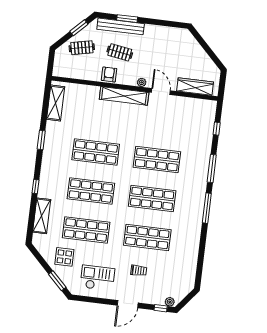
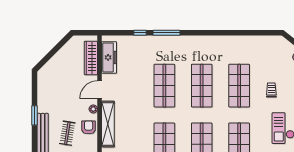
window: (127, 19) -> (35, 115), moved
armchair: (109, 74) -> (89, 127), moved, turned 90
freezer: (193, 106) -> (109, 57), added
window: (217, 129) -> (140, 33), moved
window: (207, 208) -> (204, 33), removed

